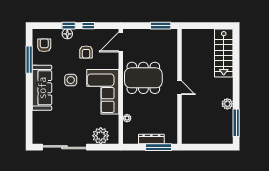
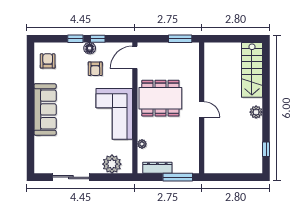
floor lamp: (67, 34) -> (90, 48), moved
window: (29, 60) -> (30, 77), removed
side table: (71, 80) -> (78, 101), removed
plant: (227, 104) -> (256, 112), moved
window: (236, 123) -> (266, 149), width x0.46
dresser: (151, 139) -> (157, 168), moved
sliding door: (65, 147) -> (71, 177), width x0.73

